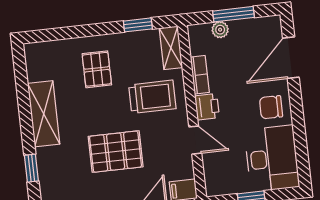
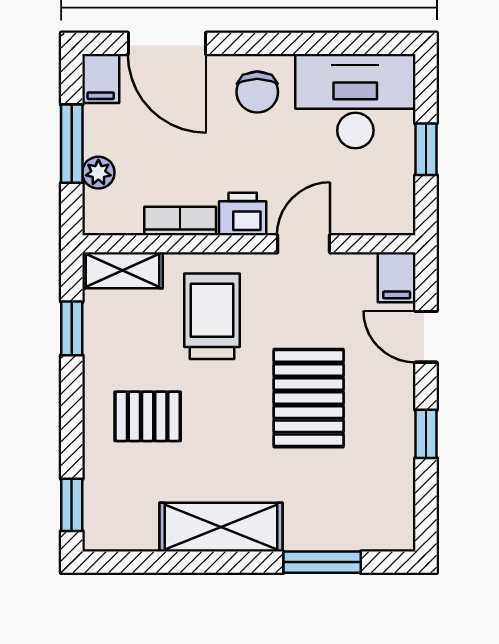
filing cabinet: (269, 25) -> (101, 79), added
window: (47, 35) -> (72, 505), added
window: (31, 168) -> (322, 562), width x1.50

